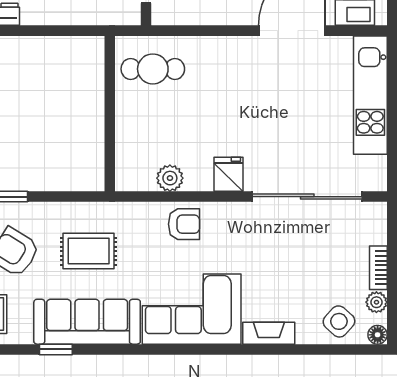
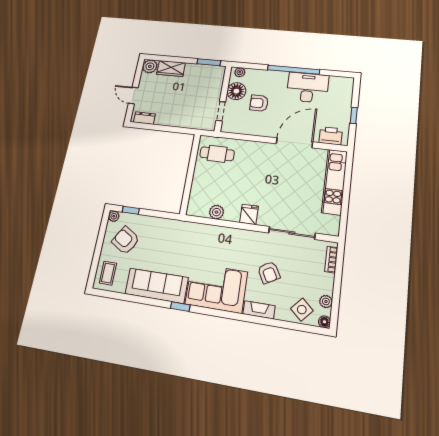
sliding door: (307, 197) -> (292, 233), width x0.73
armchair: (184, 224) -> (269, 272), moved, turned 61
rug: (89, 251) -> (165, 246), removed
bookcase: (378, 268) -> (331, 260), moved
window: (56, 349) -> (180, 307), moved

